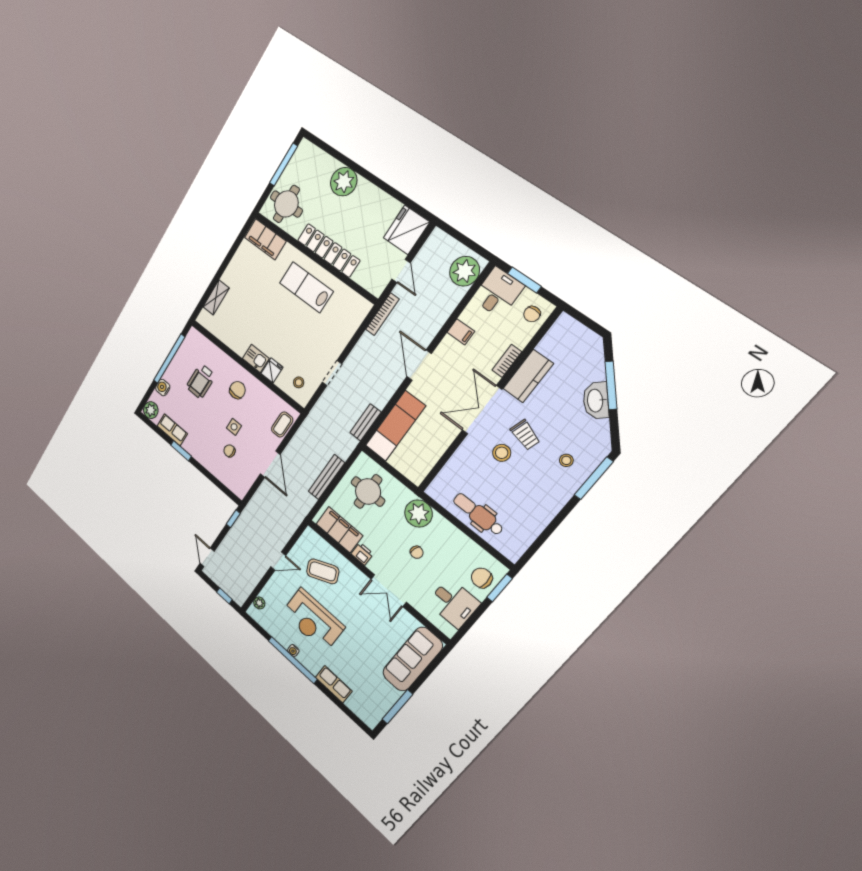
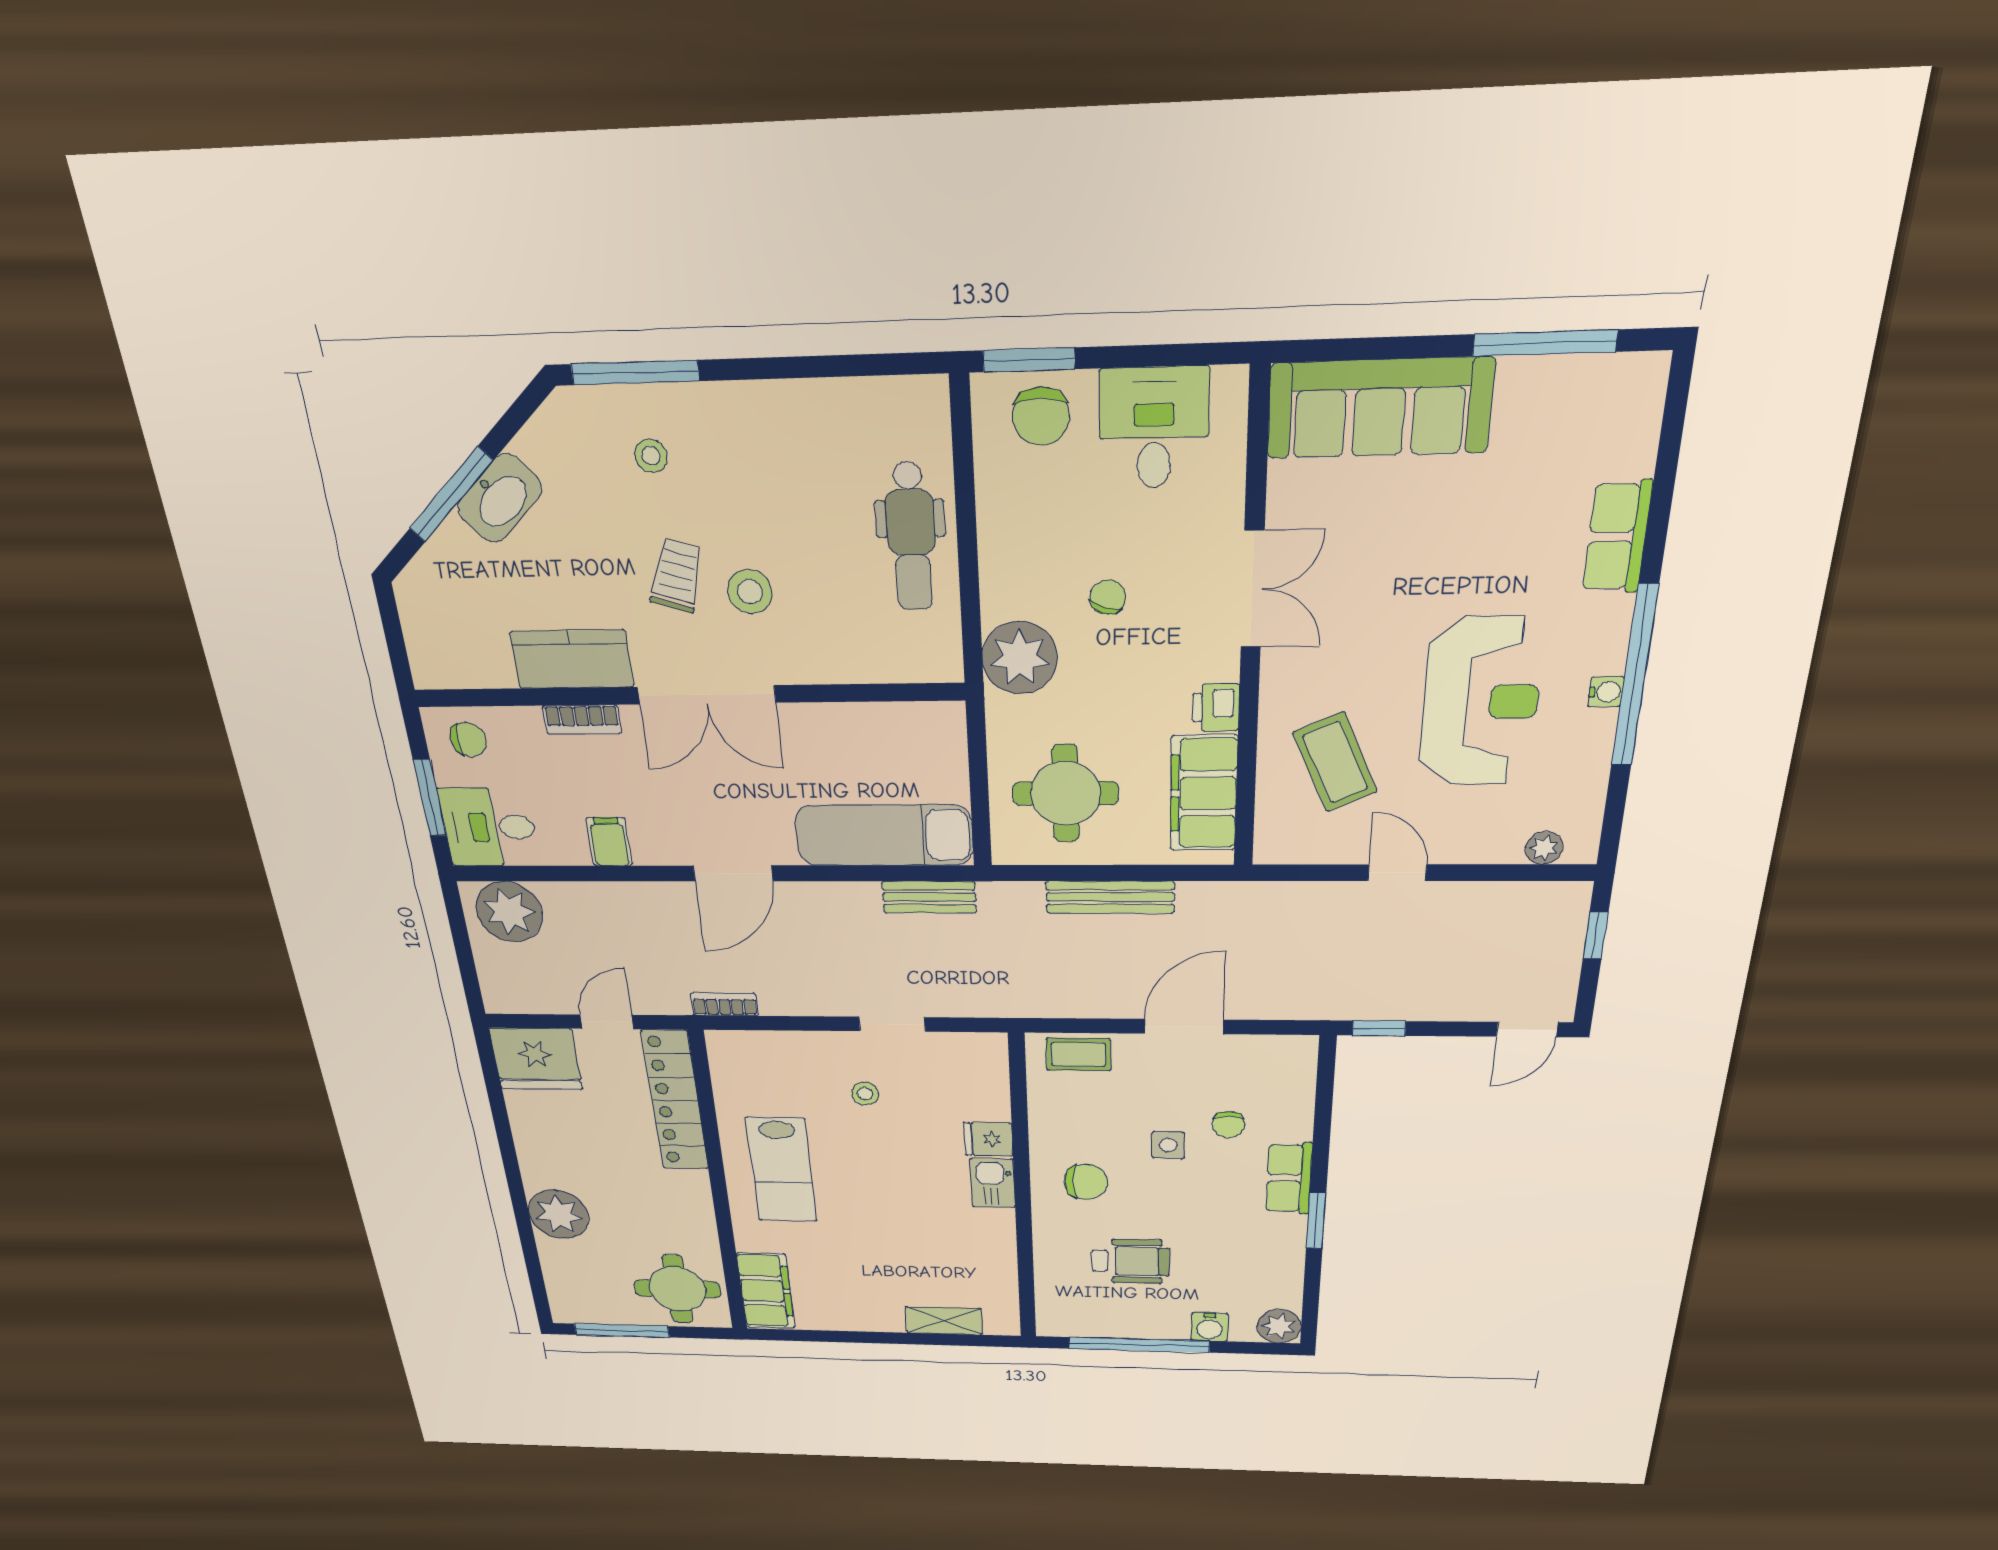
locker: (329, 250) -> (675, 1100), moved
bookcase: (382, 314) -> (724, 1004), width x0.64
stool: (299, 382) -> (865, 1094), moved
chair: (237, 390) -> (1086, 1182), turned 180
row of seats: (172, 430) -> (1289, 1178), moved

